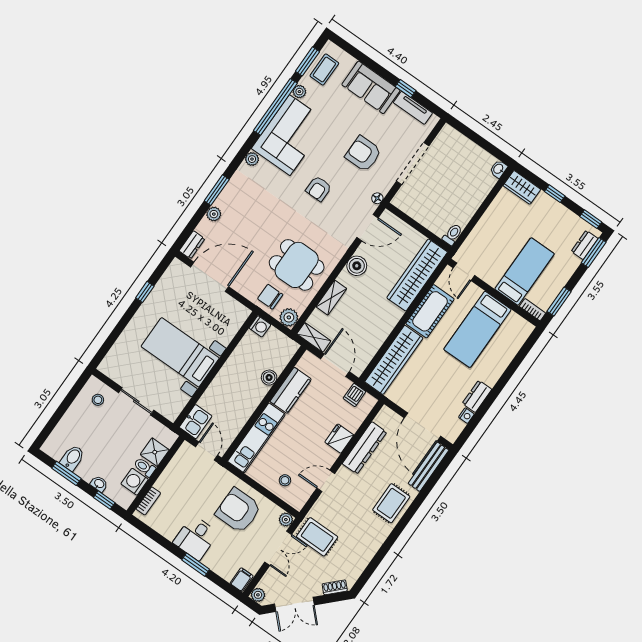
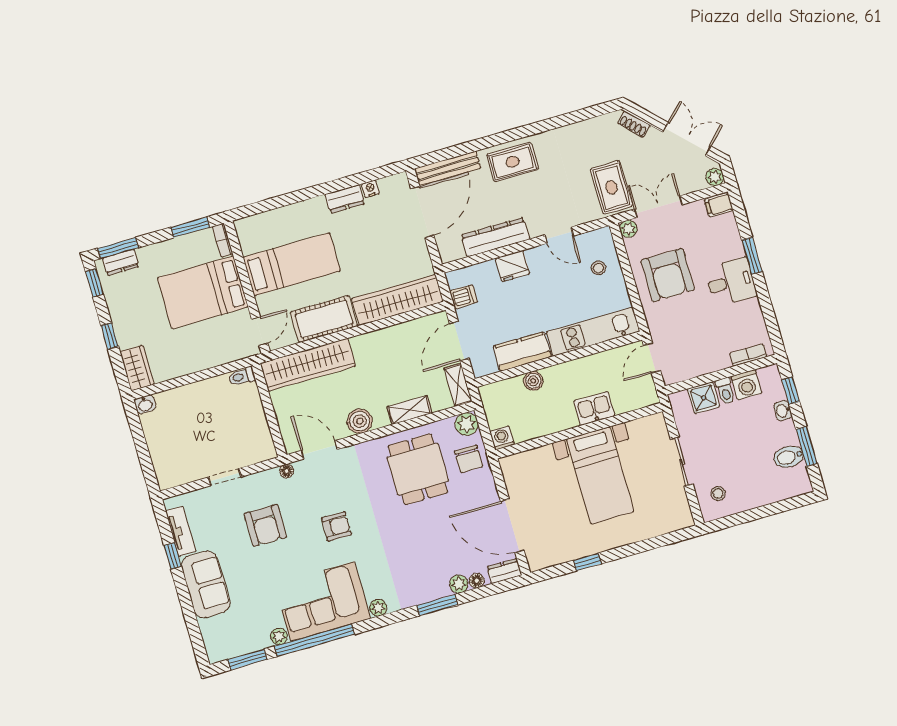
coffee table: (324, 70) -> (237, 638), removed
doorway: (413, 164) -> (225, 477), width x0.53
floor lamp: (204, 225) -> (477, 581), added
bed: (525, 271) -> (203, 292), width x1.50
kitchen sink: (196, 422) -> (594, 408), moved

